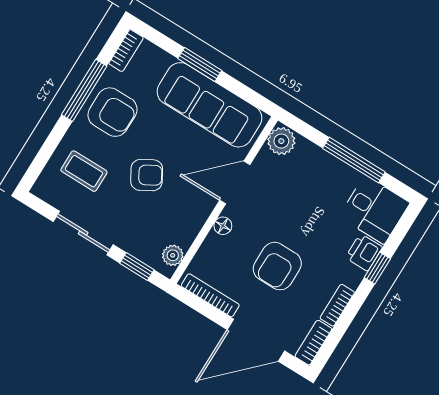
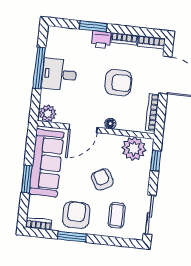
window: (84, 90) -> (72, 237), width x0.69
door: (235, 183) -> (83, 128), hinge flipped
desk: (374, 210) -> (59, 74), moved, turned -90
sliding door: (83, 233) -> (150, 215), moved
printer: (364, 252) -> (101, 40), moved
plant: (173, 255) -> (134, 149), width x1.87, depth x1.87
window: (377, 268) -> (93, 26), width x1.50

